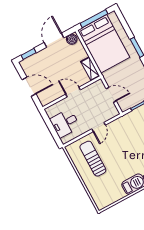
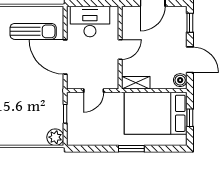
window: (94, 19) -> (190, 118), width x0.46
desk: (65, 123) -> (90, 22), width x1.37
door: (99, 127) -> (65, 57), width x1.87

